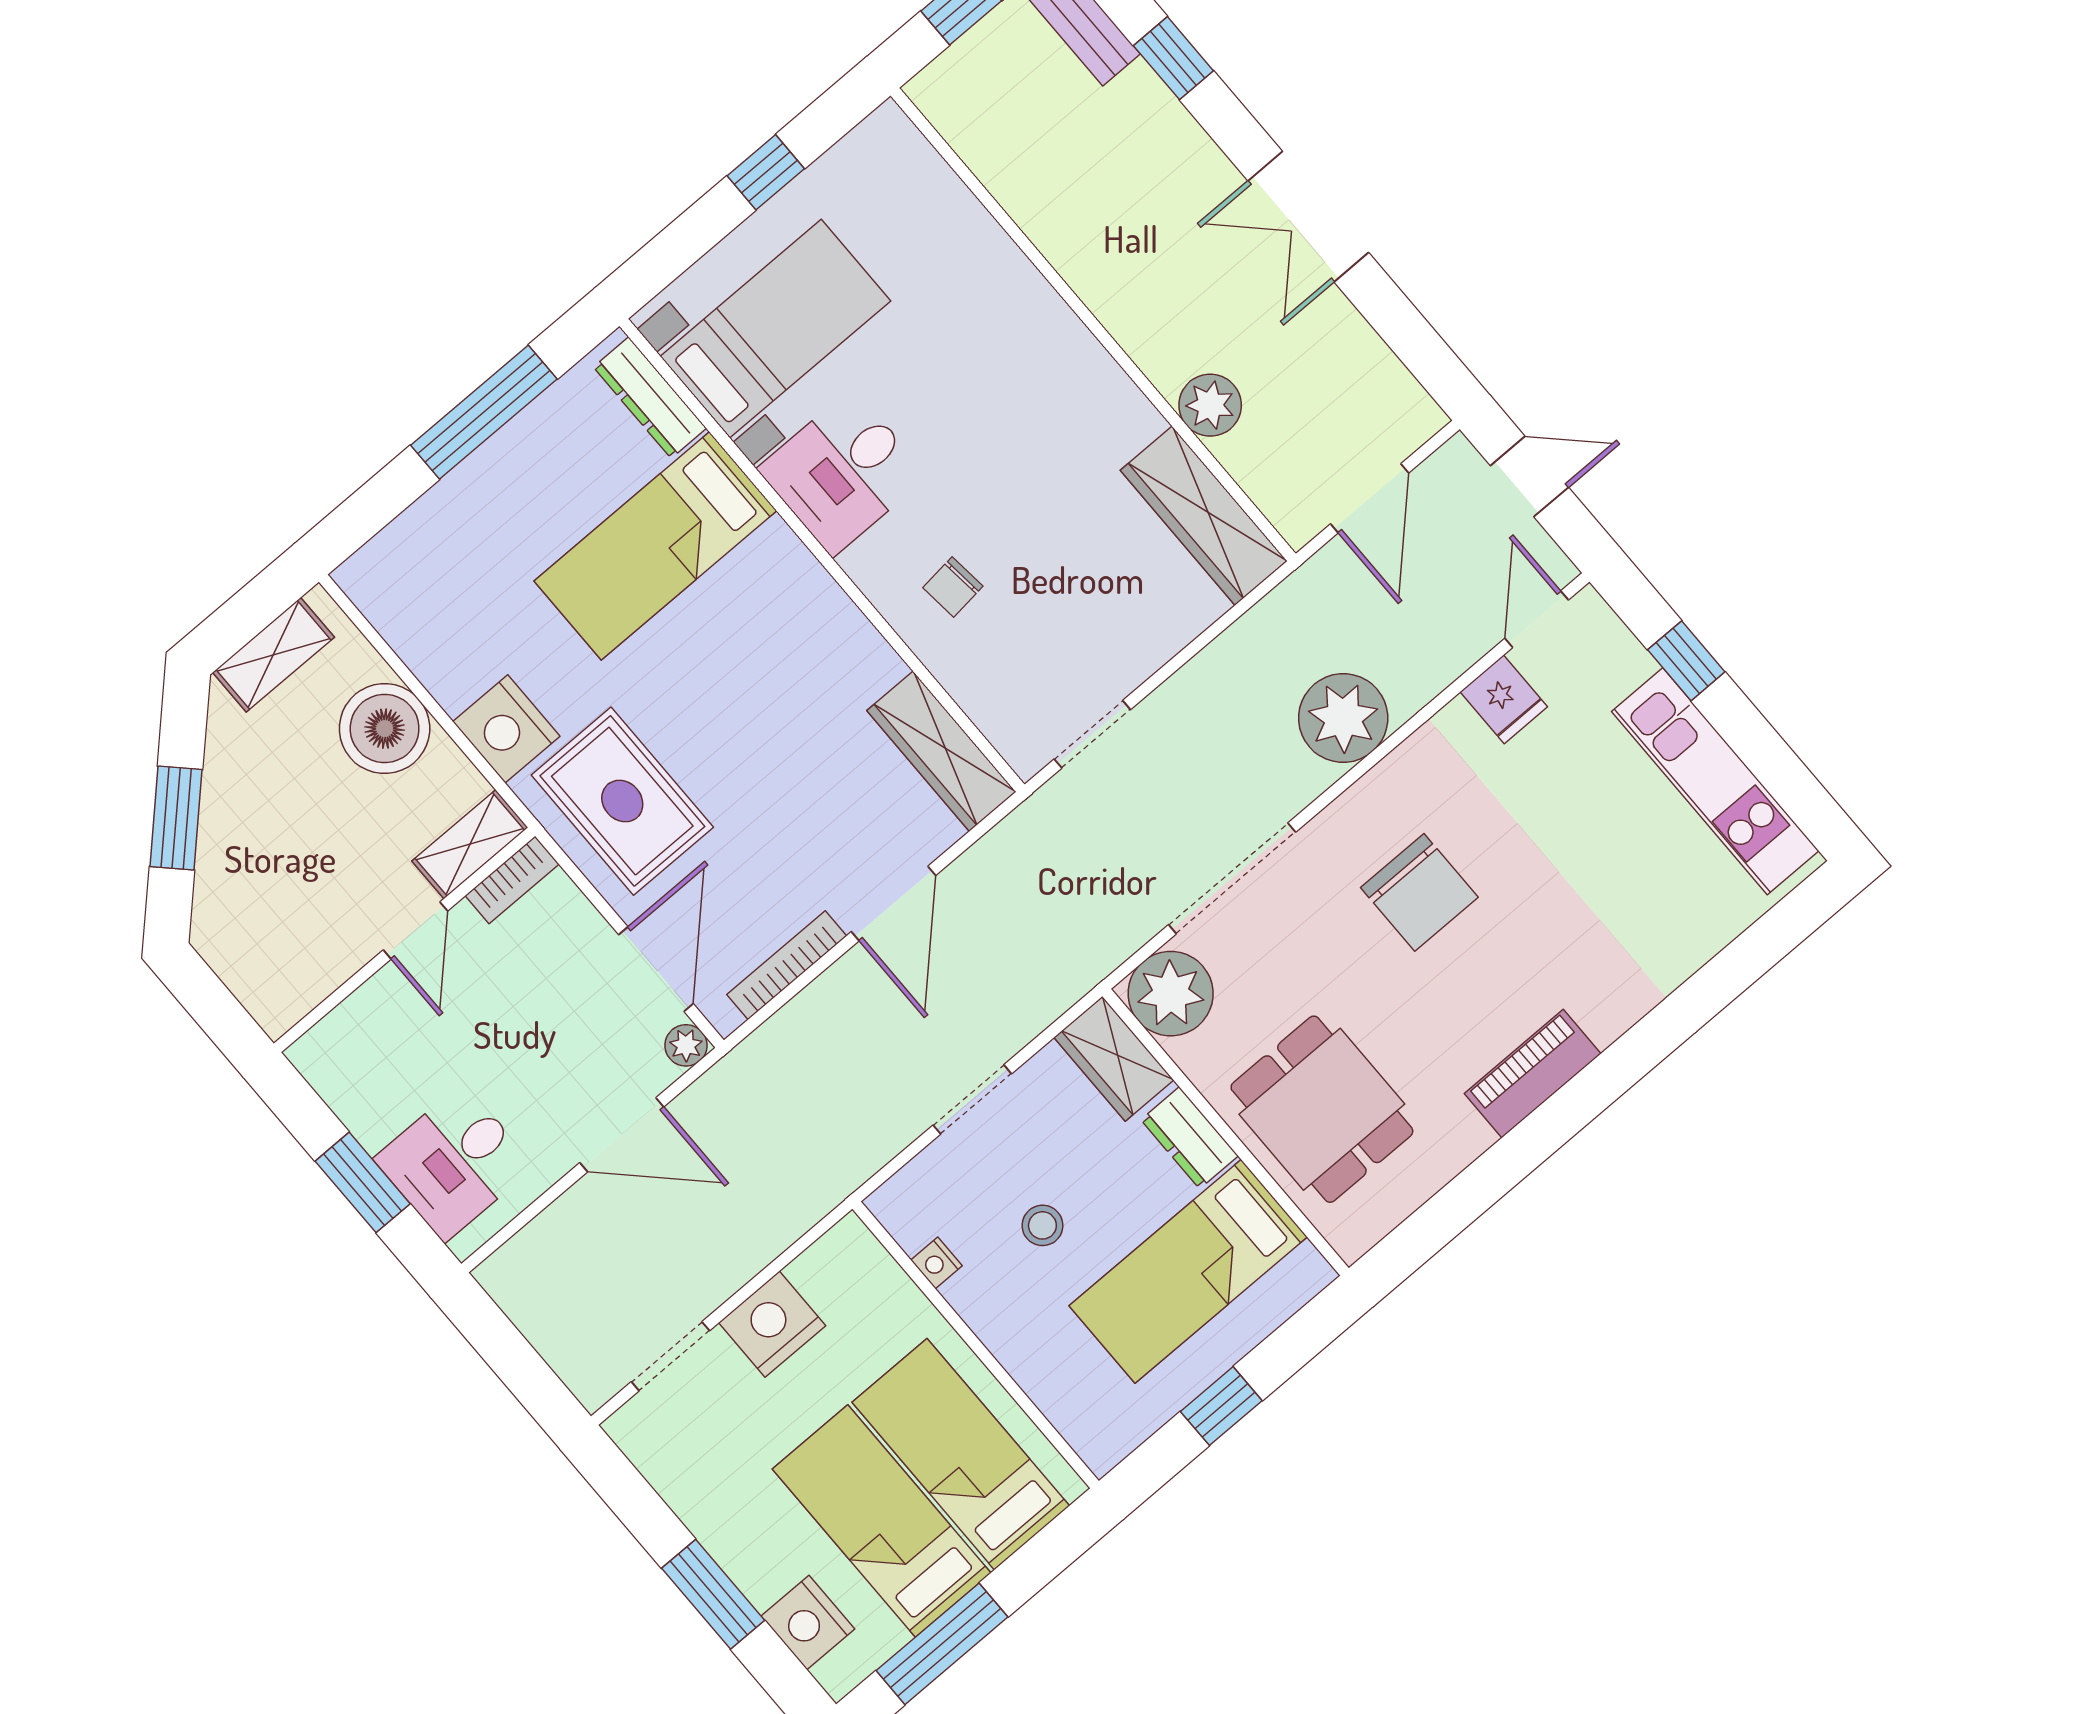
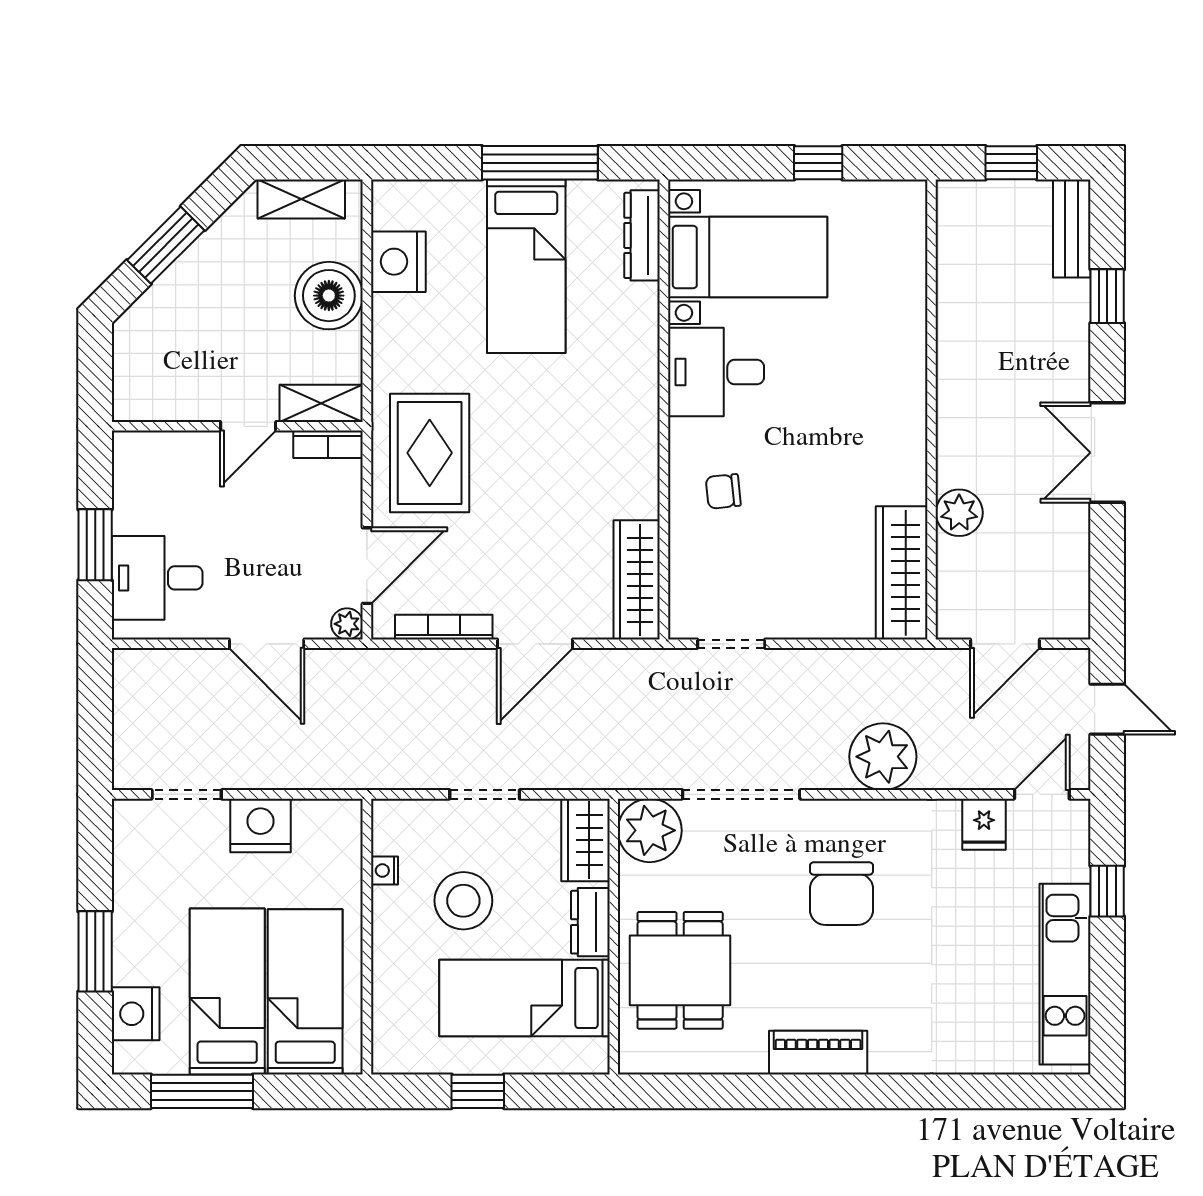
bed: (655, 546) -> (526, 266), moved, turned -90
nightstand: (506, 729) -> (398, 262), moved
stool: (1042, 1225) -> (463, 901), width x1.89, depth x1.89

